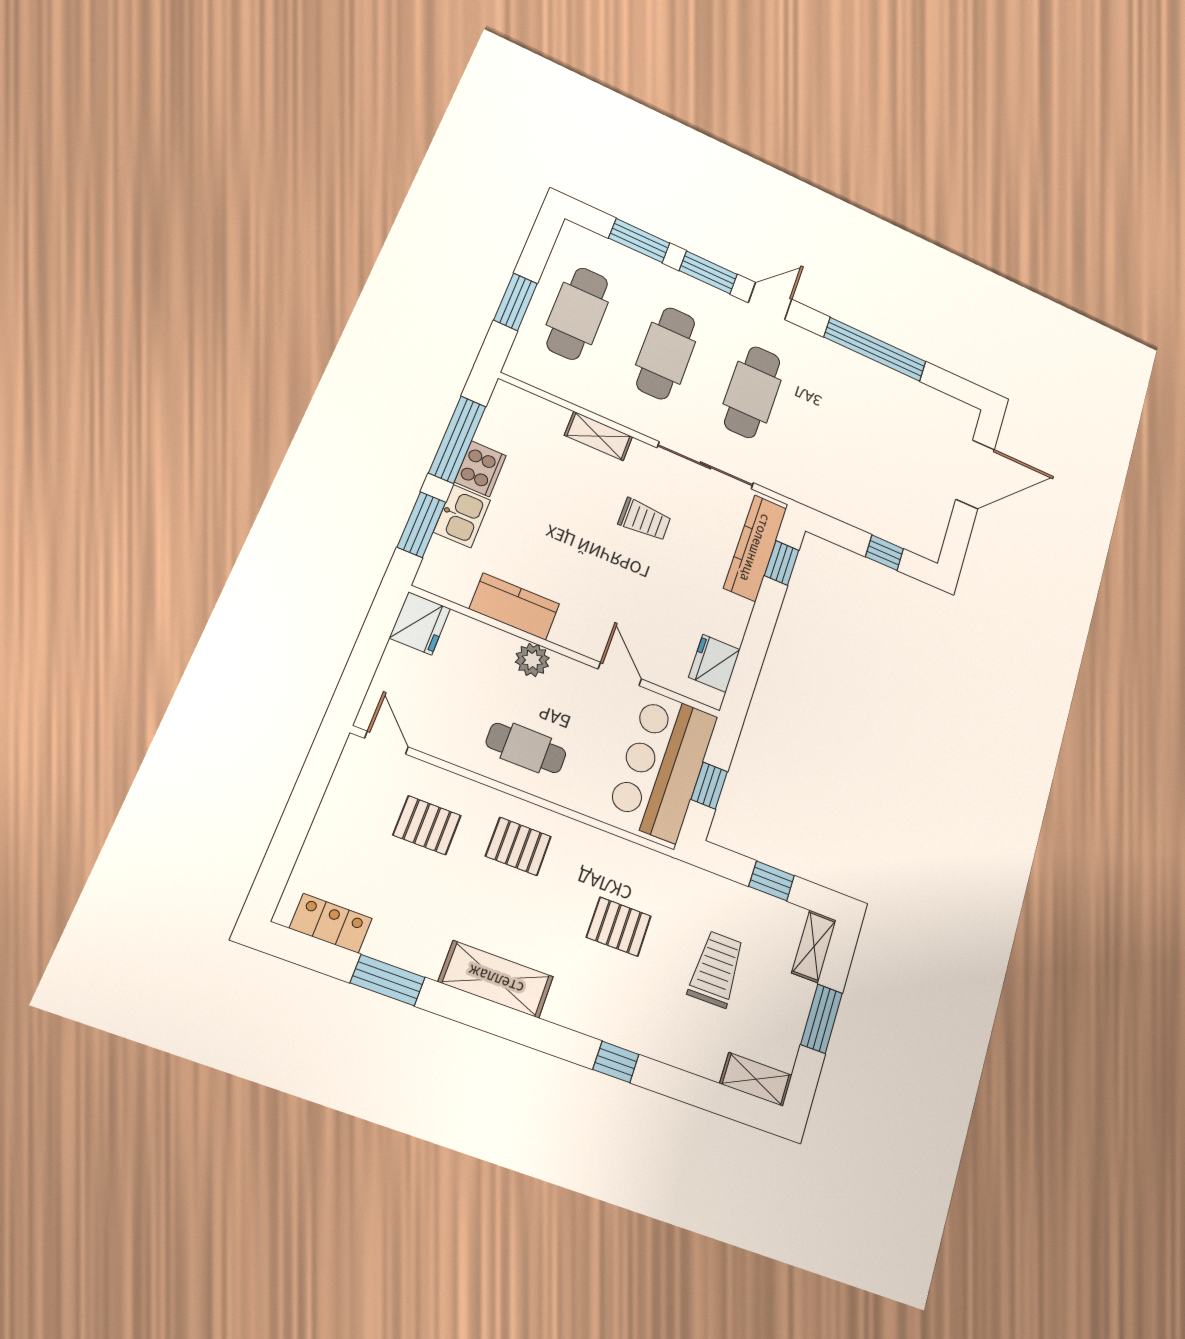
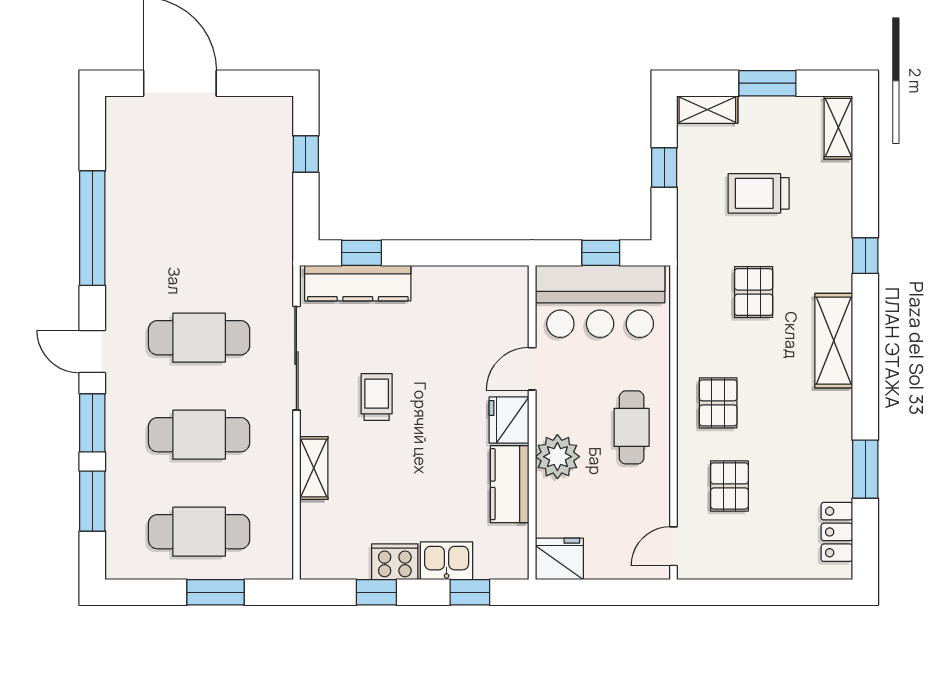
window: (457, 440) -> (376, 592), width x0.46
window: (421, 525) -> (470, 592), width x0.67
plant: (532, 660) -> (557, 457), width x1.36, depth x1.36
fridge: (714, 663) -> (509, 420), moved, turned 90
shelving: (496, 979) -> (834, 341), moved

